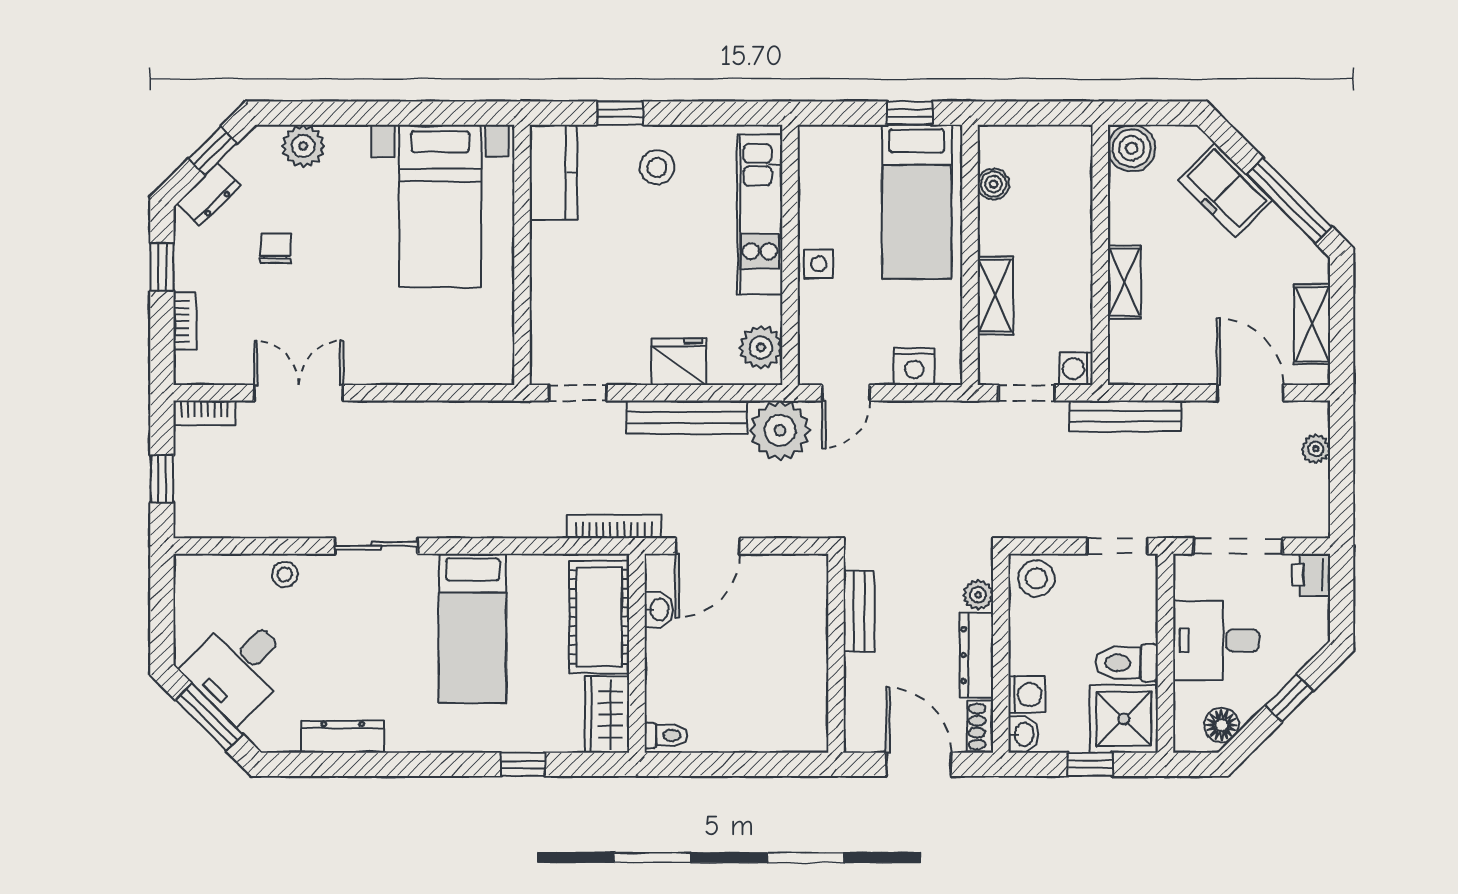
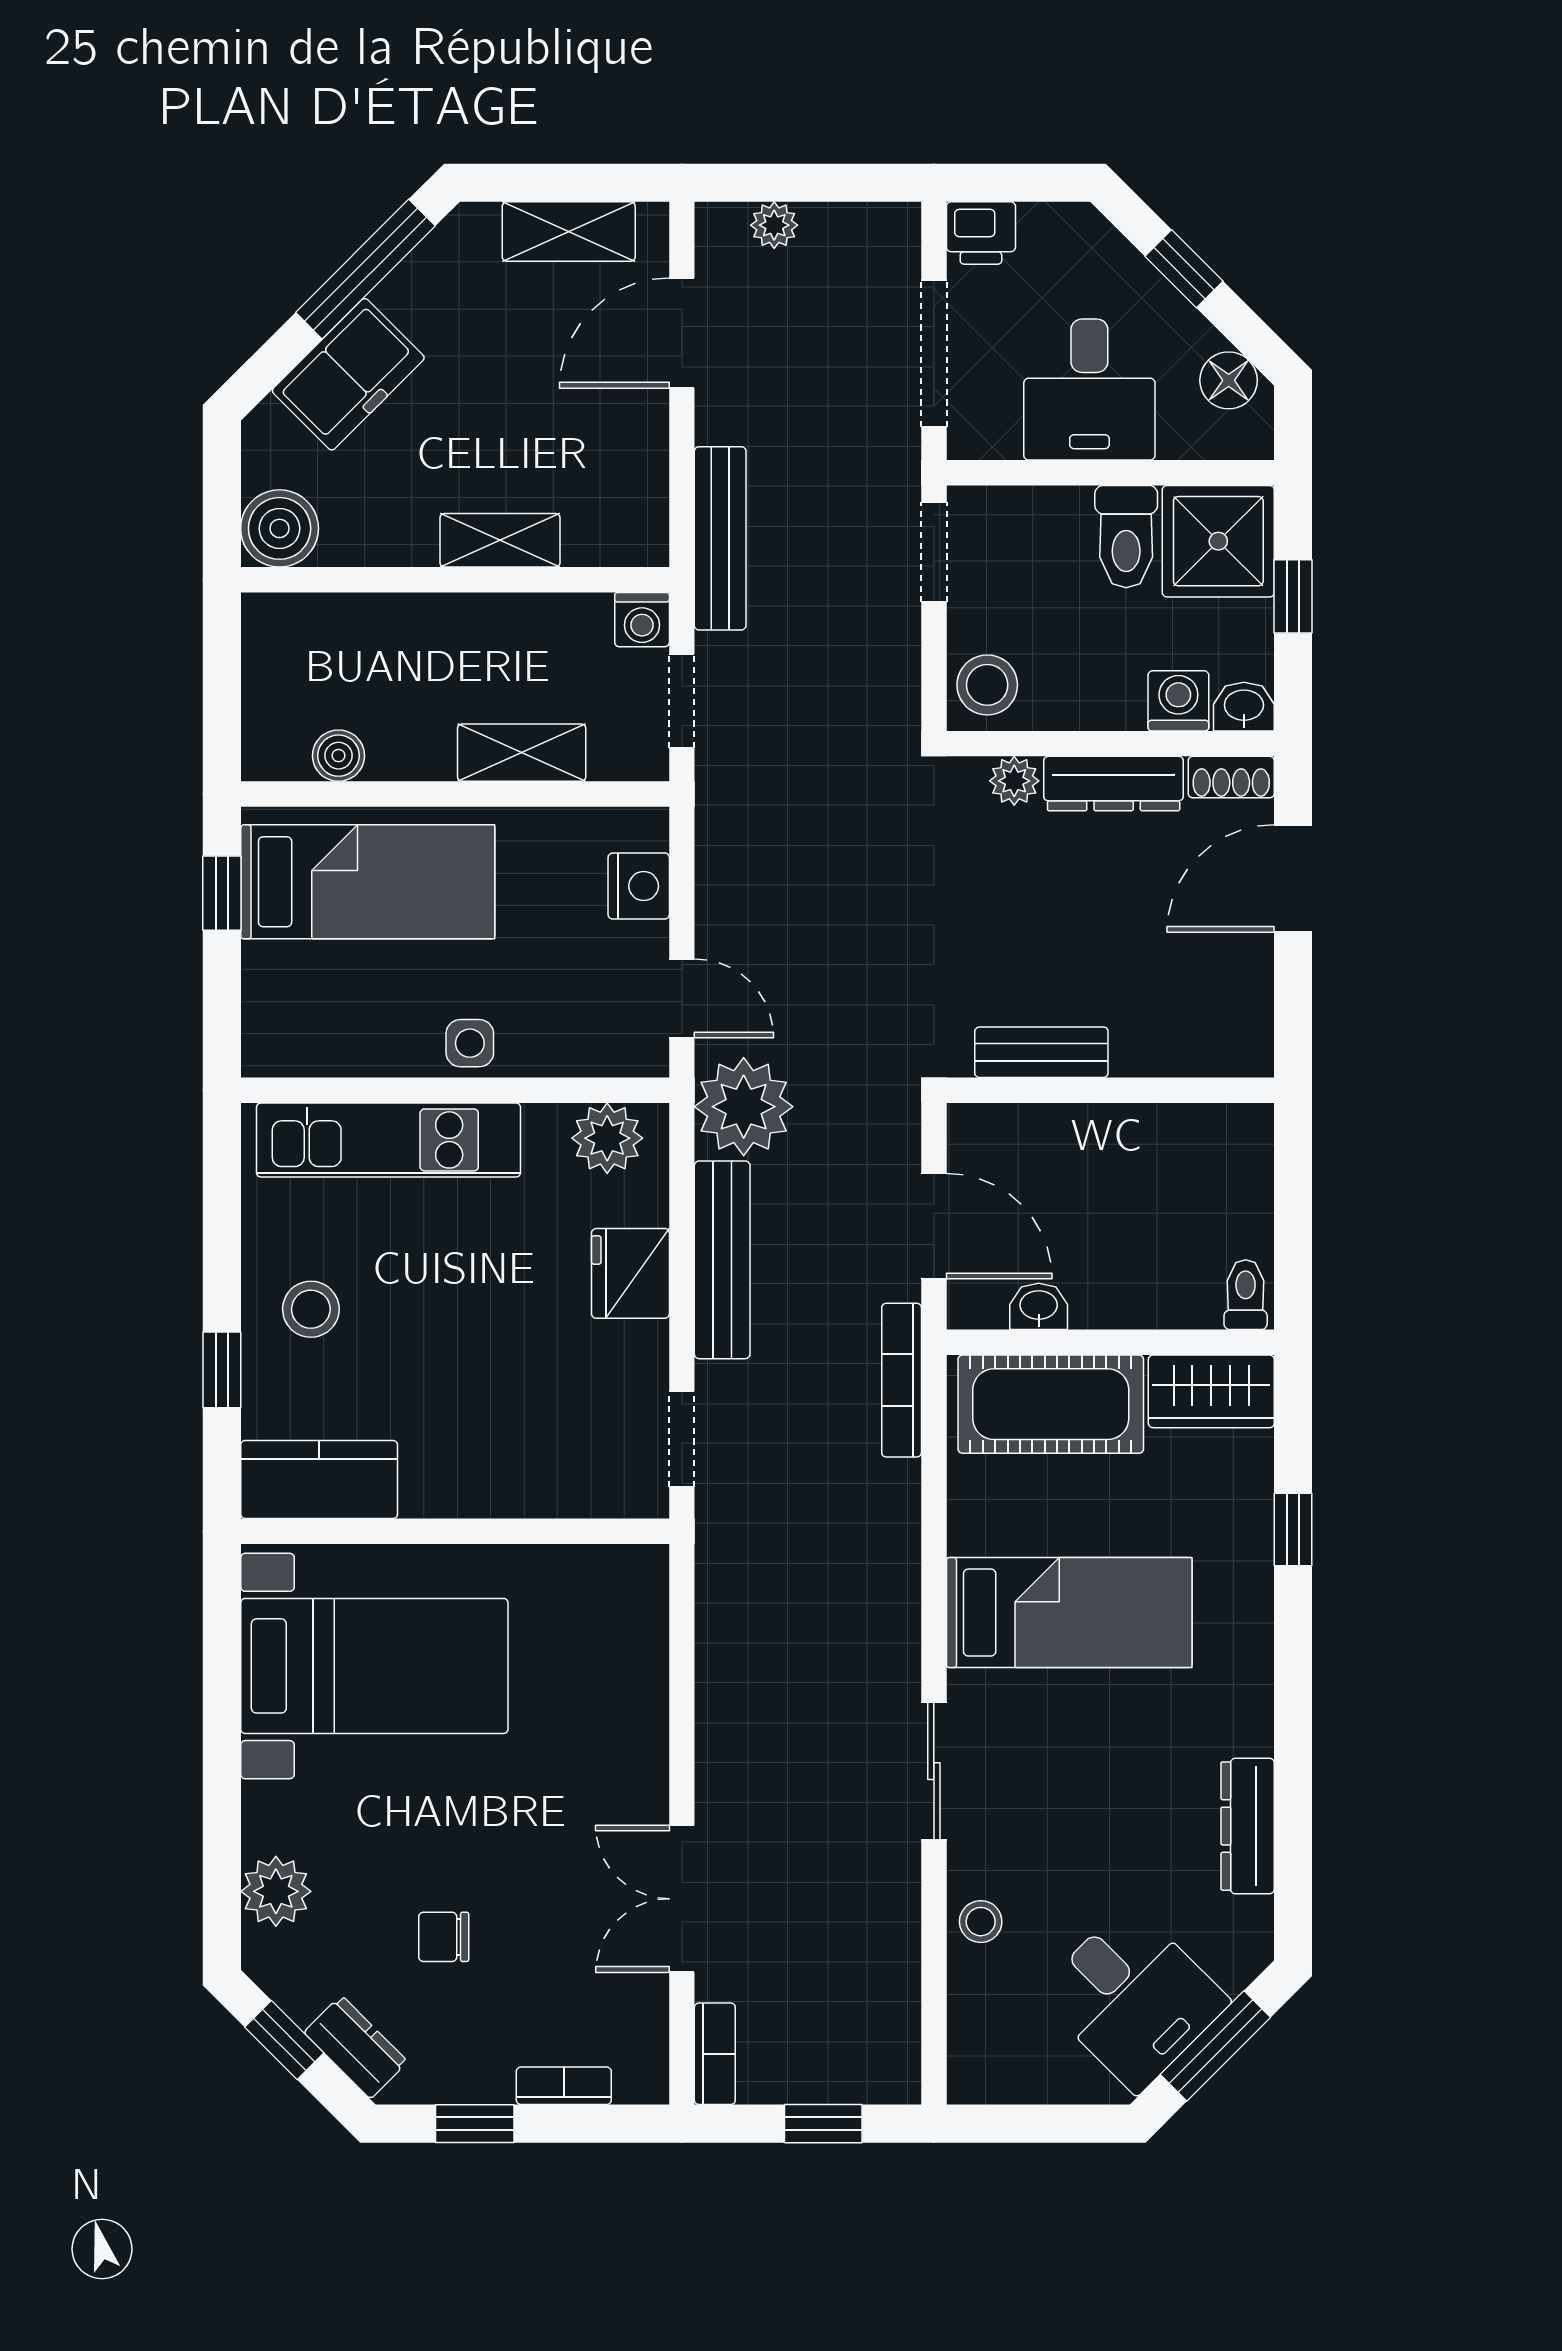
bench: (859, 611) -> (1041, 1052), moved
wall: (836, 653) -> (1110, 1090), moved

